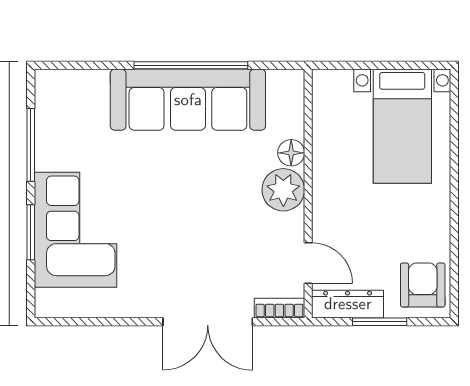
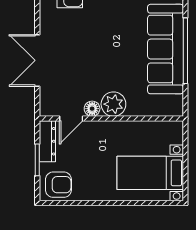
floor lamp: (291, 153) -> (92, 109), moved
bookcase: (279, 308) -> (45, 102), removed

